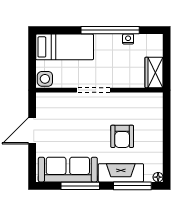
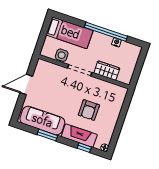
wardrobe: (154, 72) -> (107, 71), moved, turned 90
side table: (45, 79) -> (62, 55), moved
window: (80, 186) -> (47, 135), width x0.69
window: (132, 186) -> (84, 148), width x0.46

